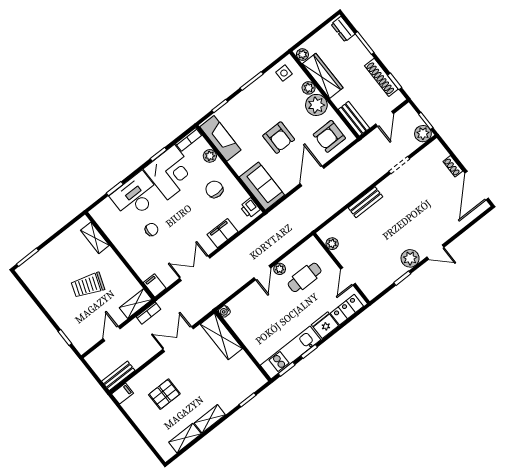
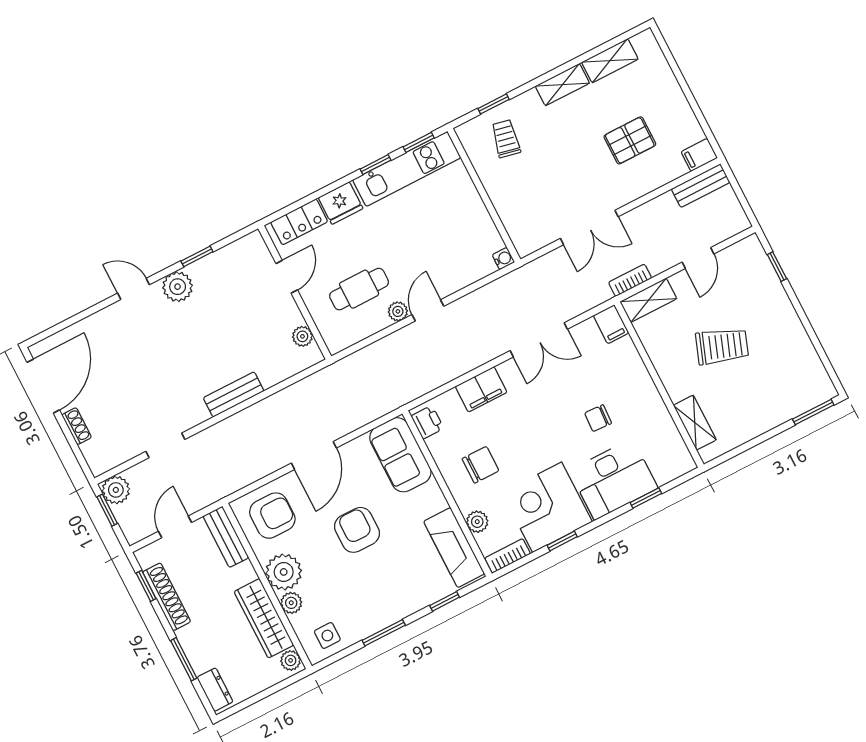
chair: (214, 189) -> (480, 465), turned -90
shelving: (221, 336) -> (516, 218), removed
trolley: (236, 381) -> (506, 139), added

